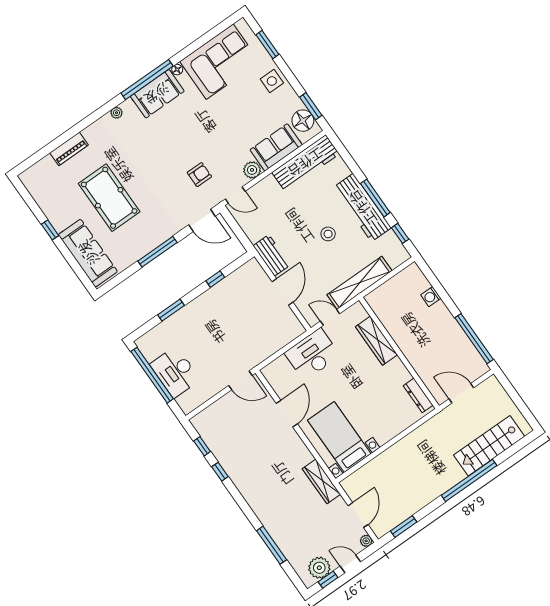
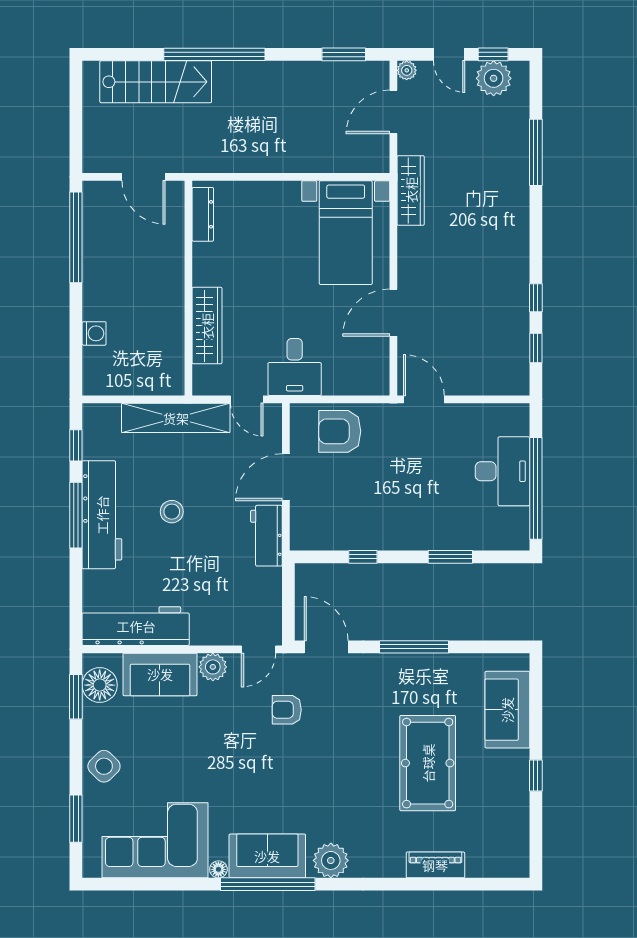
side table: (272, 81) -> (104, 766), turned 45
plant: (116, 113) -> (331, 860), width x1.87, depth x1.87
door: (235, 195) -> (259, 649), swing flipped
sofa: (88, 253) -> (507, 710), width x0.73
armchair: (272, 334) -> (340, 431), added
desk: (312, 354) -> (295, 367), width x0.73

